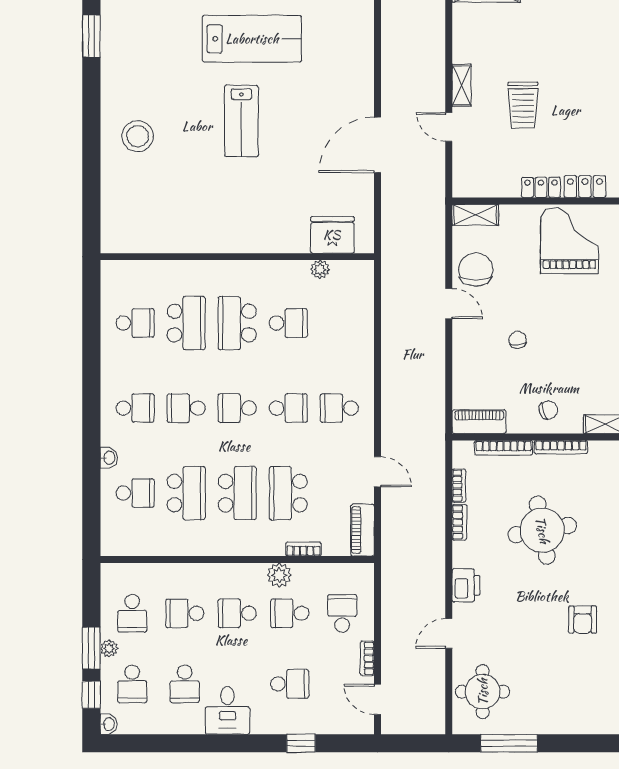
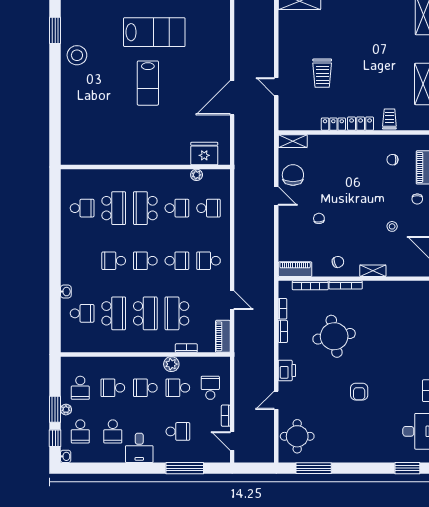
shelving: (462, 85) -> (284, 61), removed
stool: (138, 136) -> (77, 55), moved
grand piano: (569, 241) -> (351, 157), removed
school desk: (135, 408) -> (209, 208), moved
window: (301, 743) -> (185, 468), width x2.17

